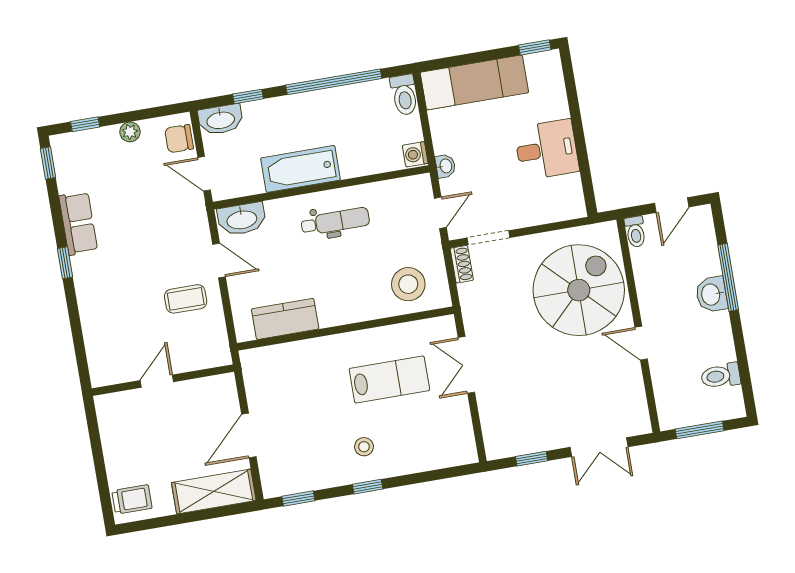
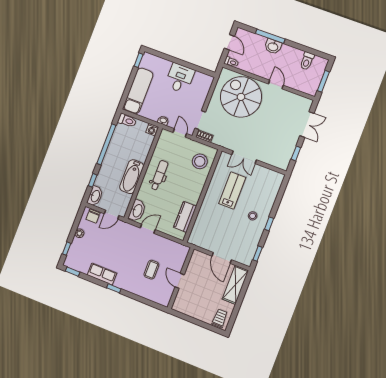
coffee table: (186, 299) -> (151, 270), moved
door: (641, 343) -> (276, 85), swing flipped

